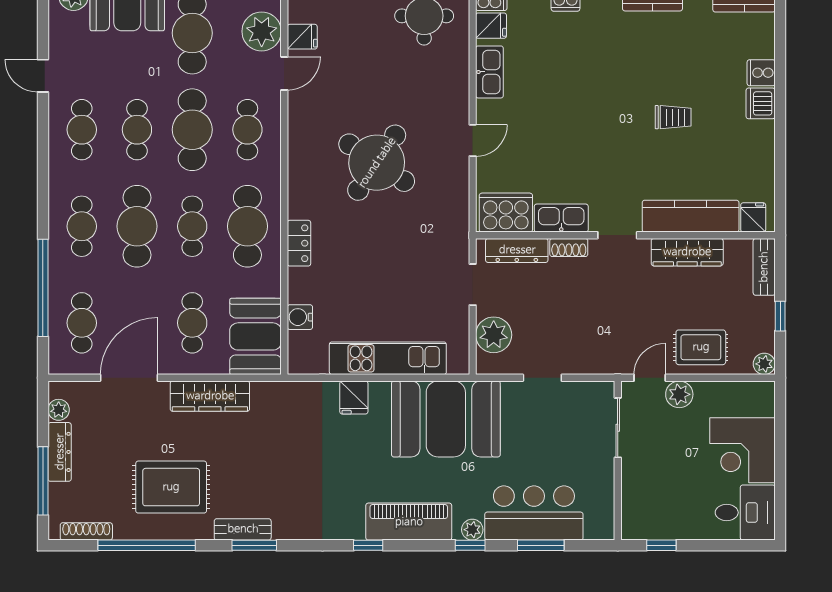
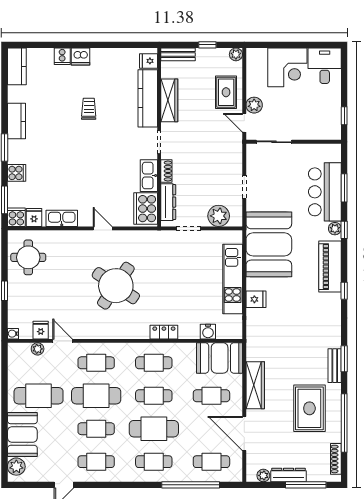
plant: (262, 31) -> (38, 349), width x0.53, depth x0.53
cafe table: (247, 226) -> (154, 363), width x0.73, depth x0.74

